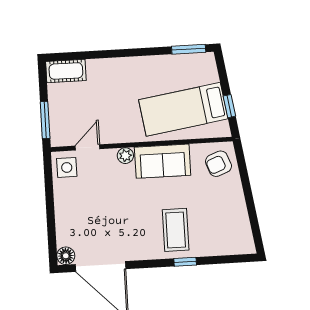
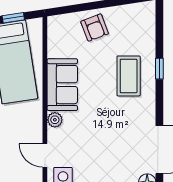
armchair: (218, 164) -> (95, 28), moved
coffee table: (176, 230) -> (129, 76), turned 90

